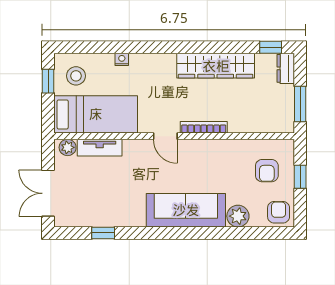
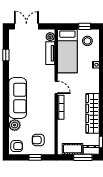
window: (300, 104) -> (83, 157), moved
cot: (284, 105) -> (72, 149), added
door: (165, 136) -> (56, 87), swing flipped

